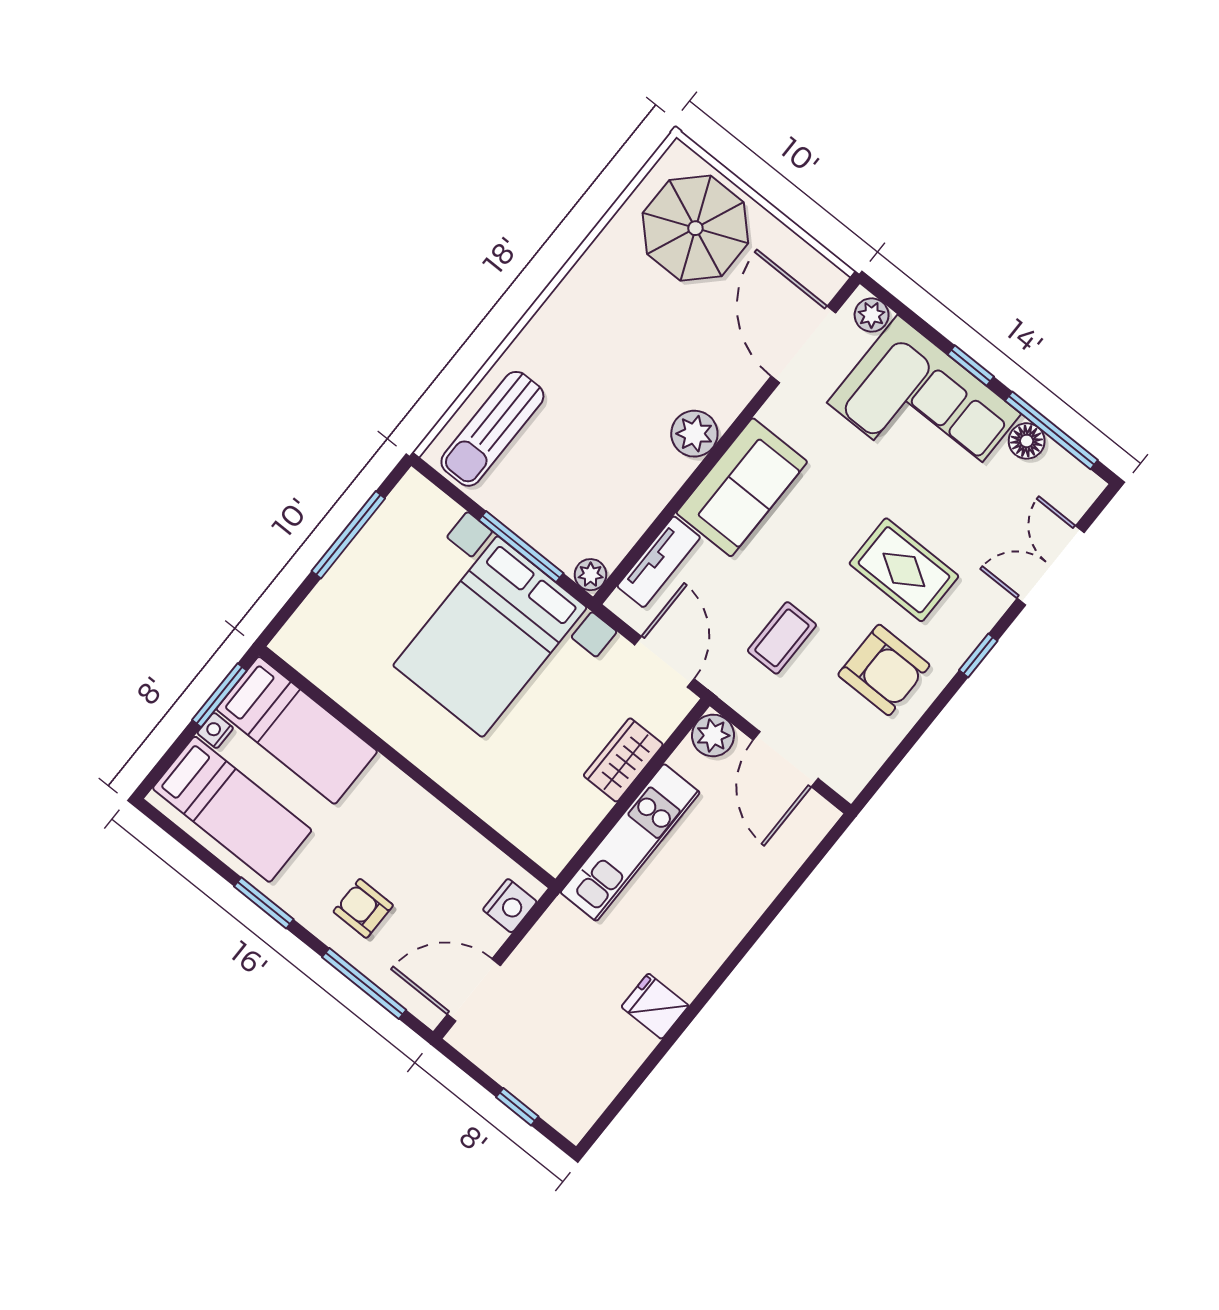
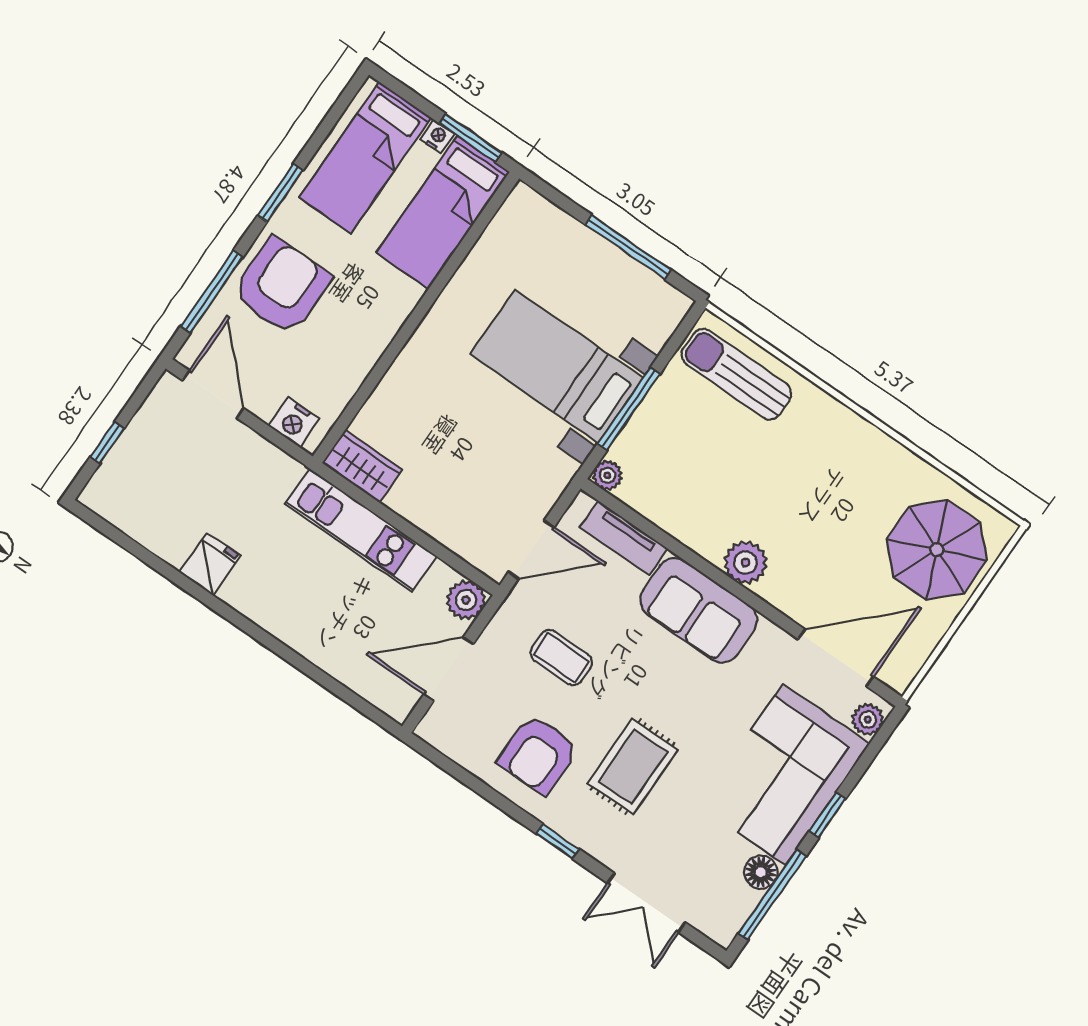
double door: (1051, 566) -> (647, 903), swing flipped
bed with nightstands: (490, 637) -> (557, 366), width x0.73
wardrobe: (623, 760) -> (362, 466), moved
armchair: (363, 908) -> (282, 286), width x1.88, depth x1.88

